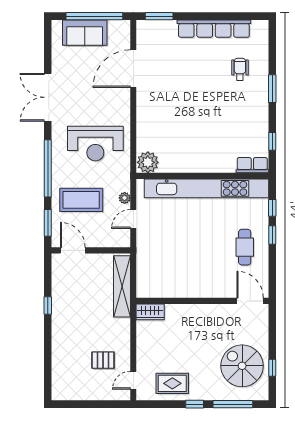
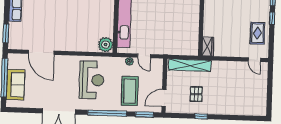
pallet: (103, 360) -> (196, 94), moved

